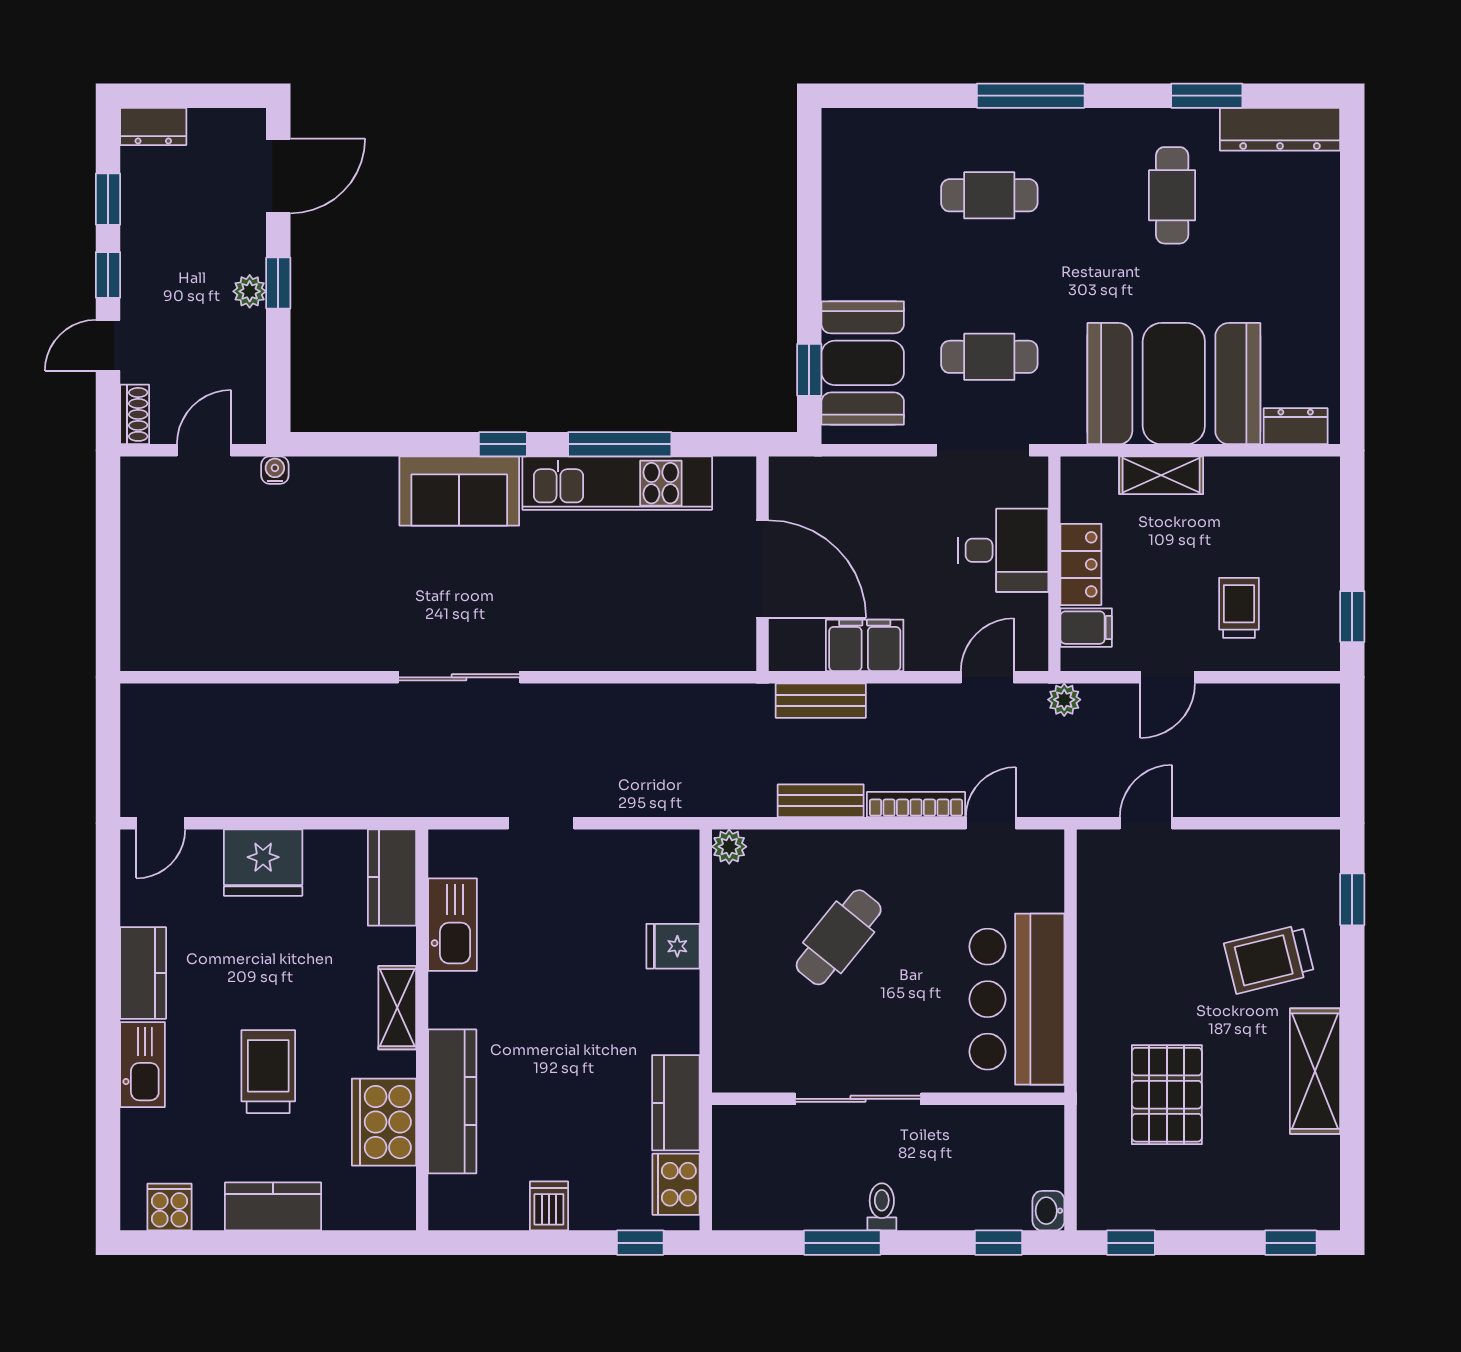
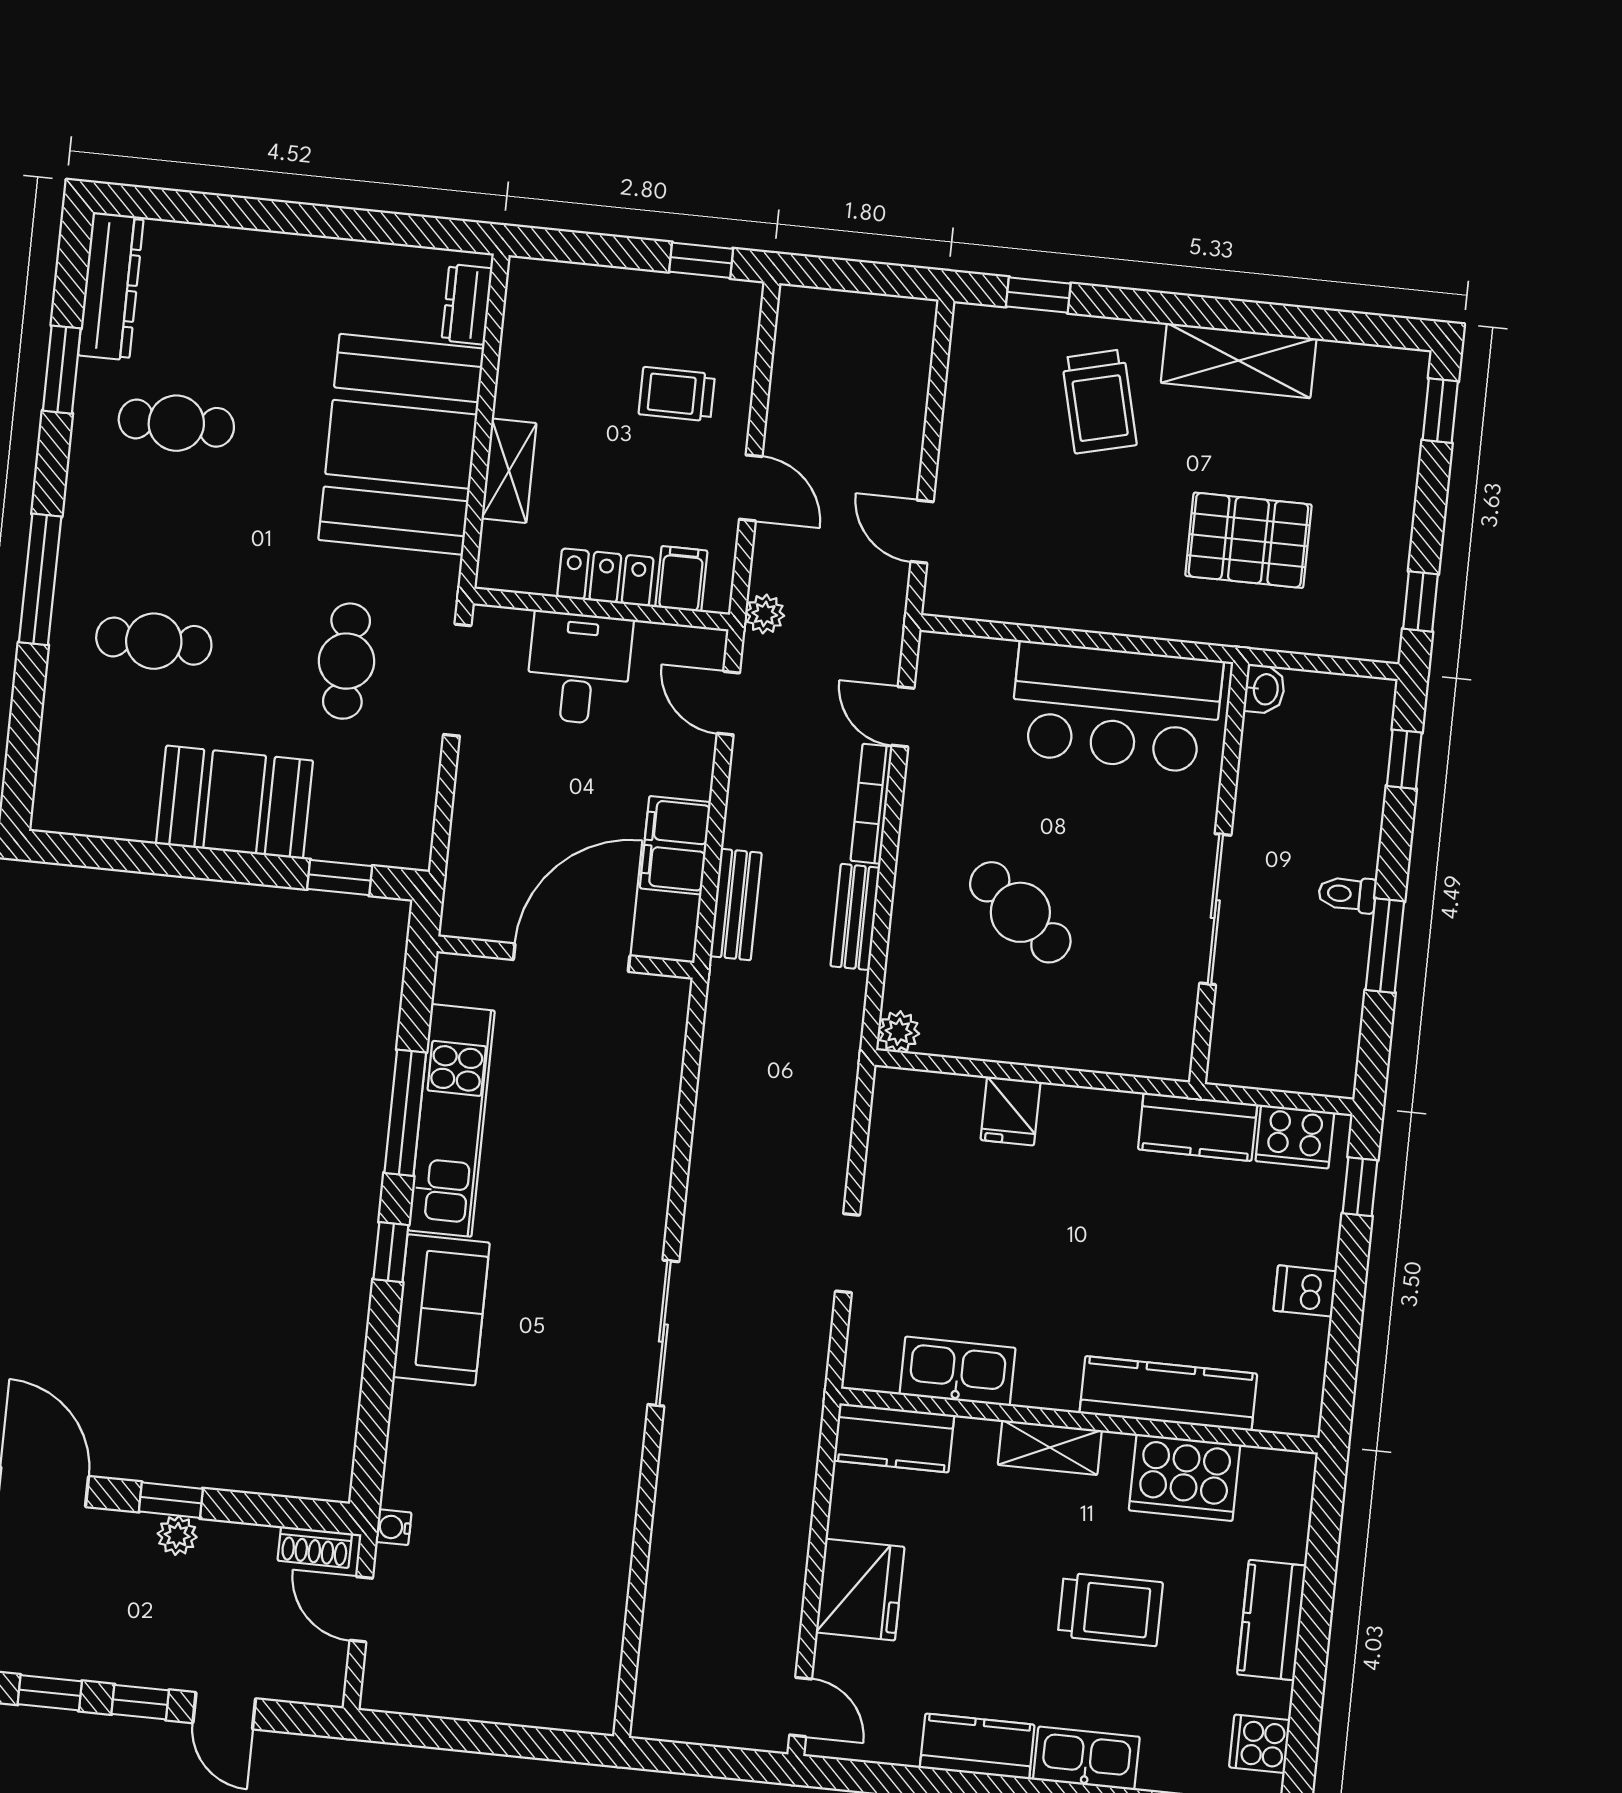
cafe table: (989, 195) -> (154, 641), turned 90
booth: (863, 363) -> (235, 802), moved
shoe rack: (135, 414) -> (315, 1547), moved, turned 180
trolley: (268, 1072) -> (1110, 1609), turned 180
washbasin: (1048, 1211) -> (1265, 689), moved, turned -90

